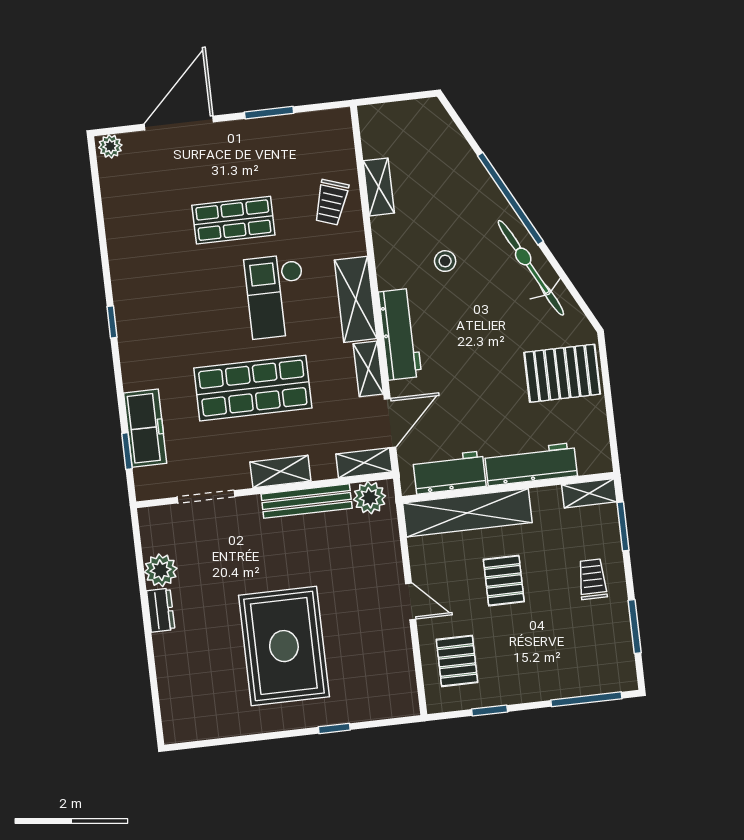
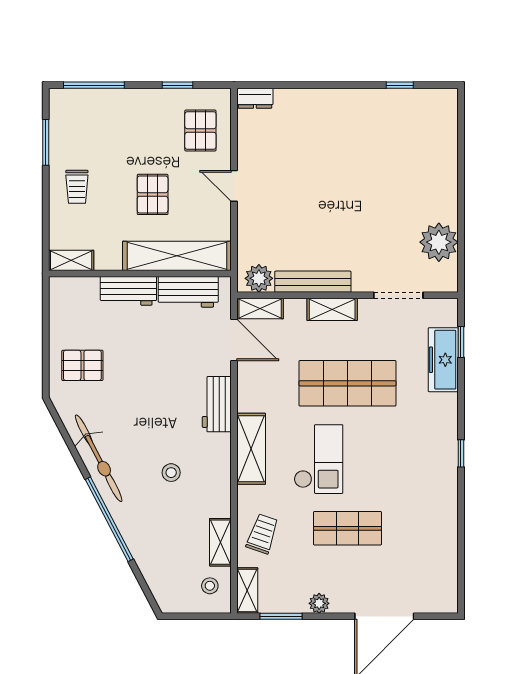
window: (269, 113) -> (281, 616), moved
stool: (385, 135) -> (210, 586), added
plant: (110, 146) -> (319, 603), moved
workbench: (400, 334) -> (217, 404), width x0.73
shelving: (368, 369) -> (247, 590), moved
pallet: (562, 373) -> (82, 365), width x0.67, depth x0.71
door: (390, 423) -> (234, 340), swing flipped
workbench: (531, 464) -> (128, 291), width x0.73
window: (623, 526) -> (46, 229), removed
plant: (161, 570) -> (439, 242), width x1.36, depth x1.36
dresser: (161, 610) -> (255, 98), moved, turned -90
rug: (284, 646) -> (346, 160), removed
window: (334, 728) -> (400, 85), moved

